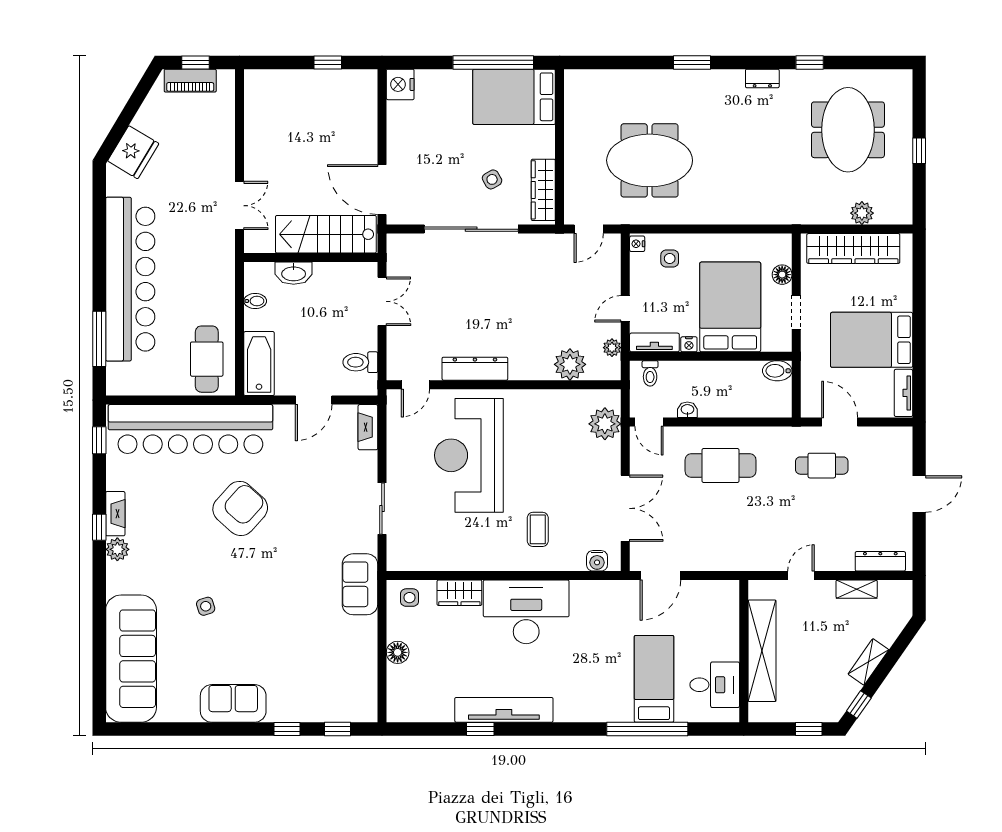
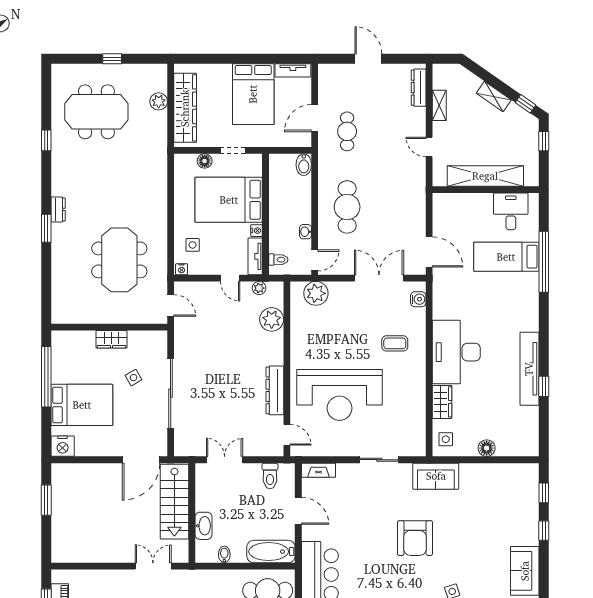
window: (328, 62) -> (46, 500), width x1.50
dresser: (762, 78) -> (58, 209), moved
bed: (514, 97) -> (82, 405), moved, turned -90
wardrobe: (543, 190) -> (112, 339), moved, width x0.67
bidet: (777, 371) -> (304, 165), moved
armchair: (240, 508) -> (415, 538), moved, turned -132

